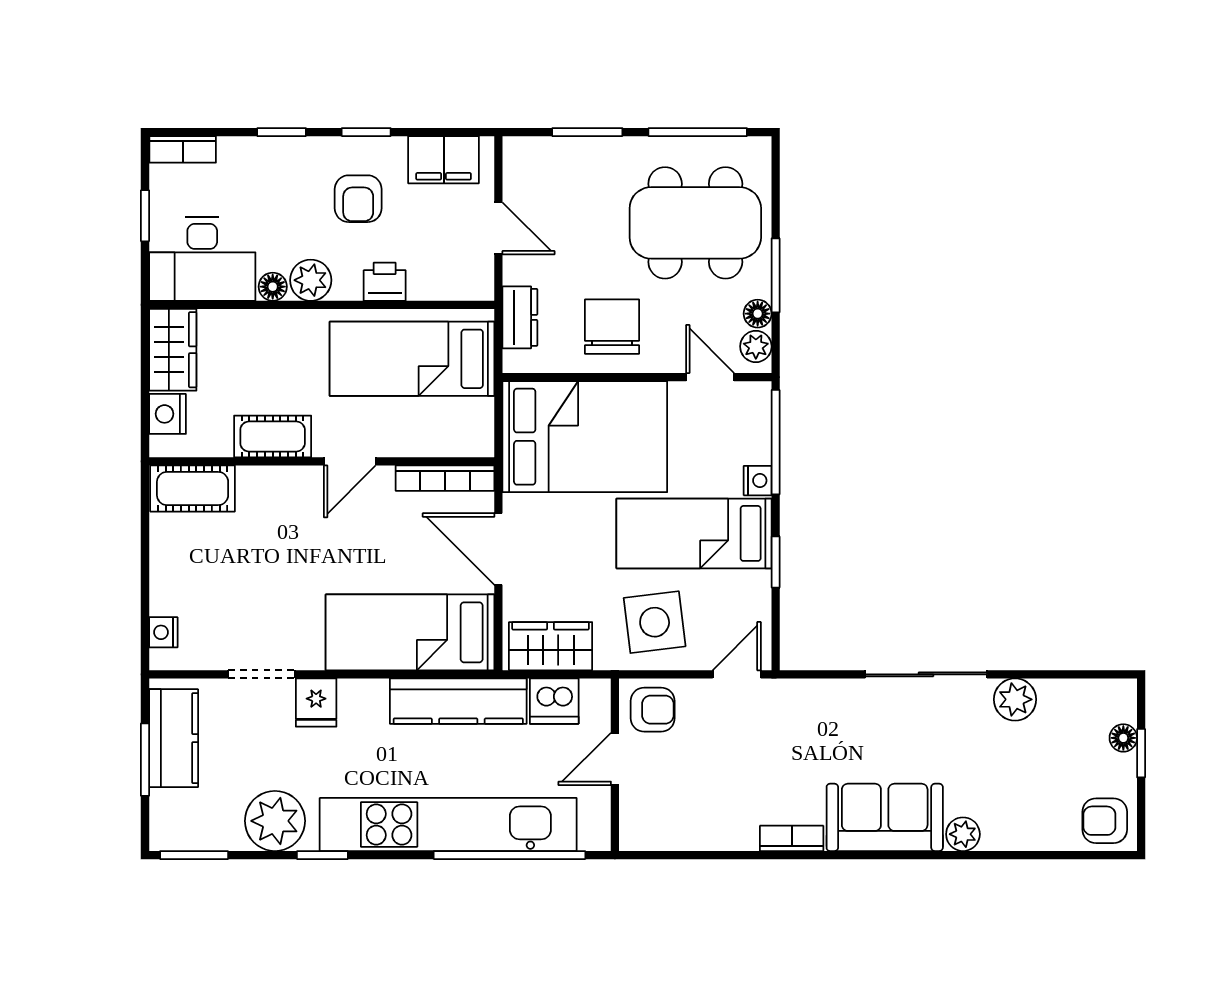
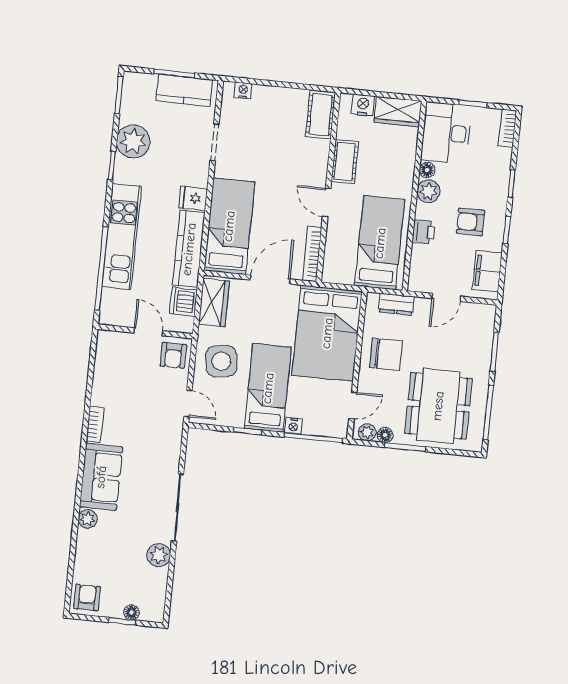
fridge: (316, 703) -> (193, 198), moved
kitchen unit: (448, 824) -> (122, 236), width x0.73

